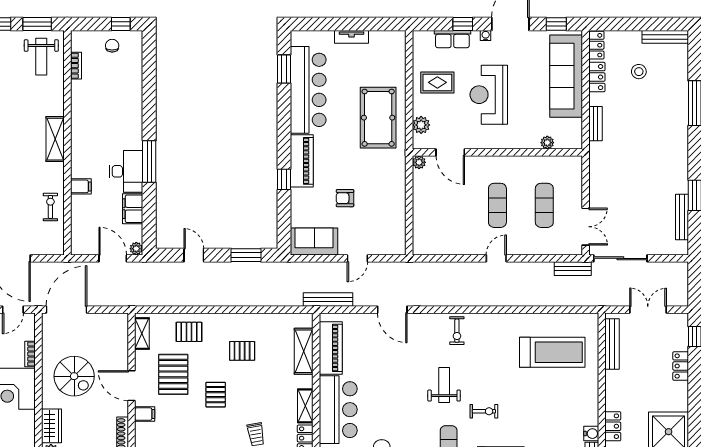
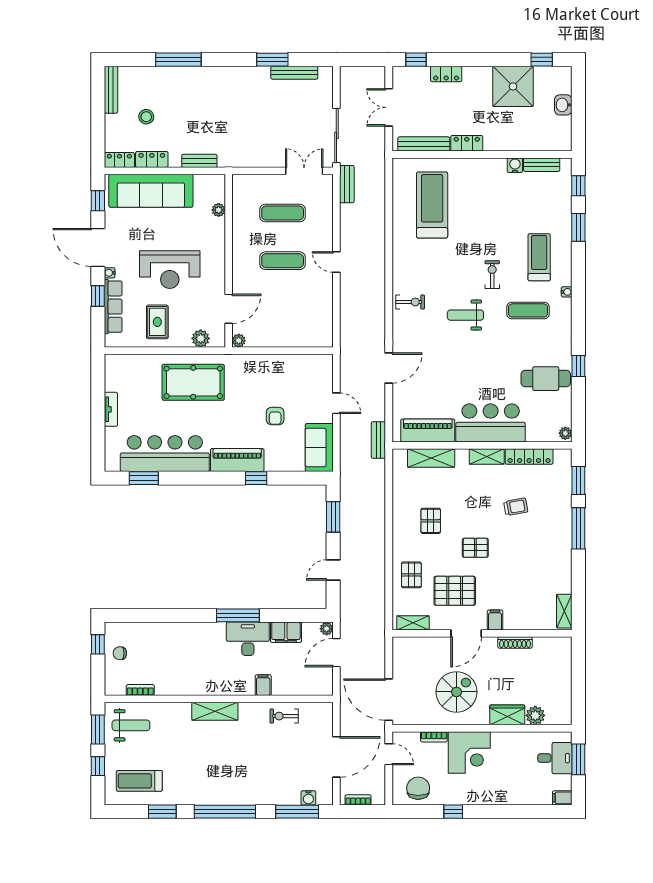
row of seats: (452, 39) -> (113, 307), width x1.48
bench: (328, 300) -> (378, 440), width x0.73
locker: (613, 426) -> (467, 143), moved

